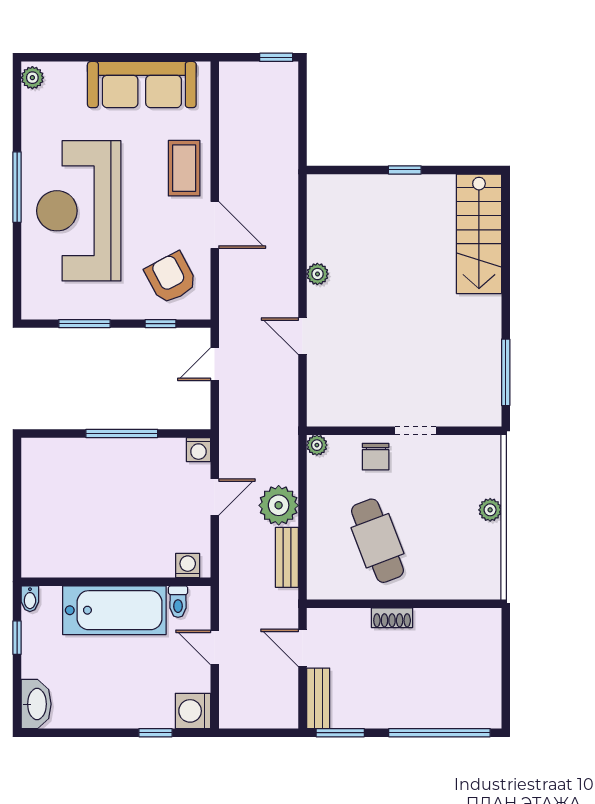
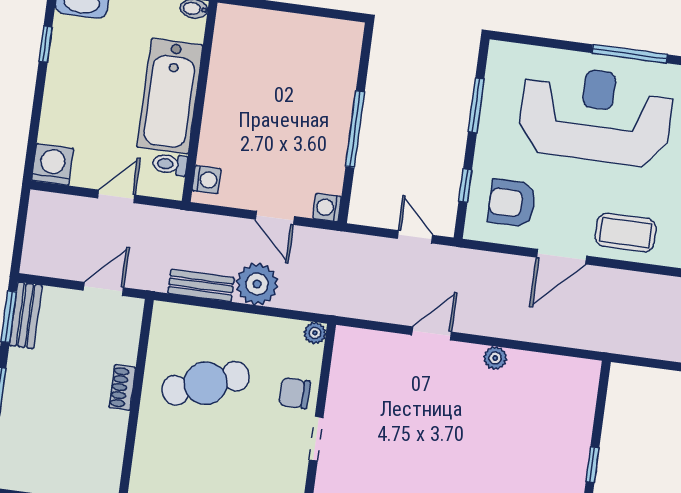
armchair: (171, 278) -> (512, 203), turned -152
bench: (318, 698) -> (26, 315), moved, turned 90
window: (156, 733) -> (46, 44), moved

